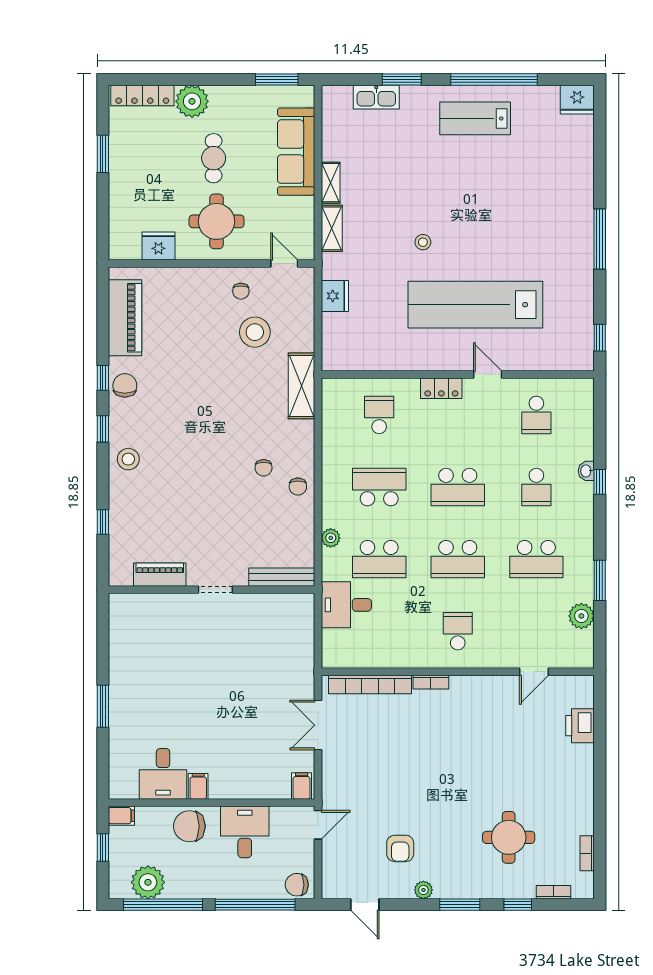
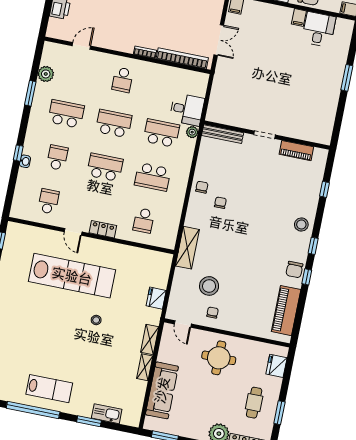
cafe table: (214, 158) -> (254, 403), moved
fridge: (158, 246) -> (276, 366), moved, turned 90
plant: (331, 538) -> (192, 132), moved

